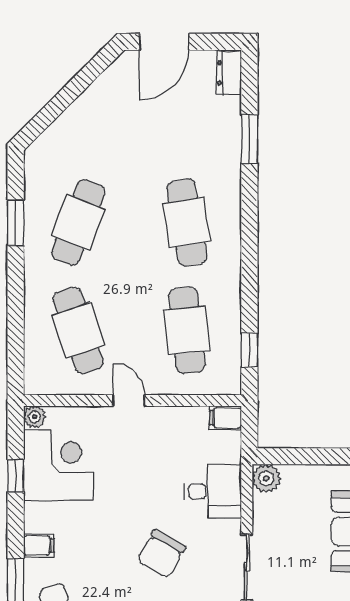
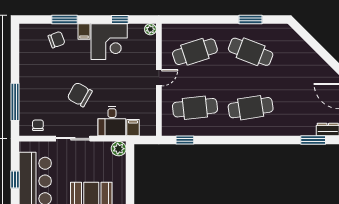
window: (249, 139) -> (313, 140), moved
filing cabinet: (225, 418) -> (133, 128), moved
corner desk: (59, 465) -> (109, 42), moved

